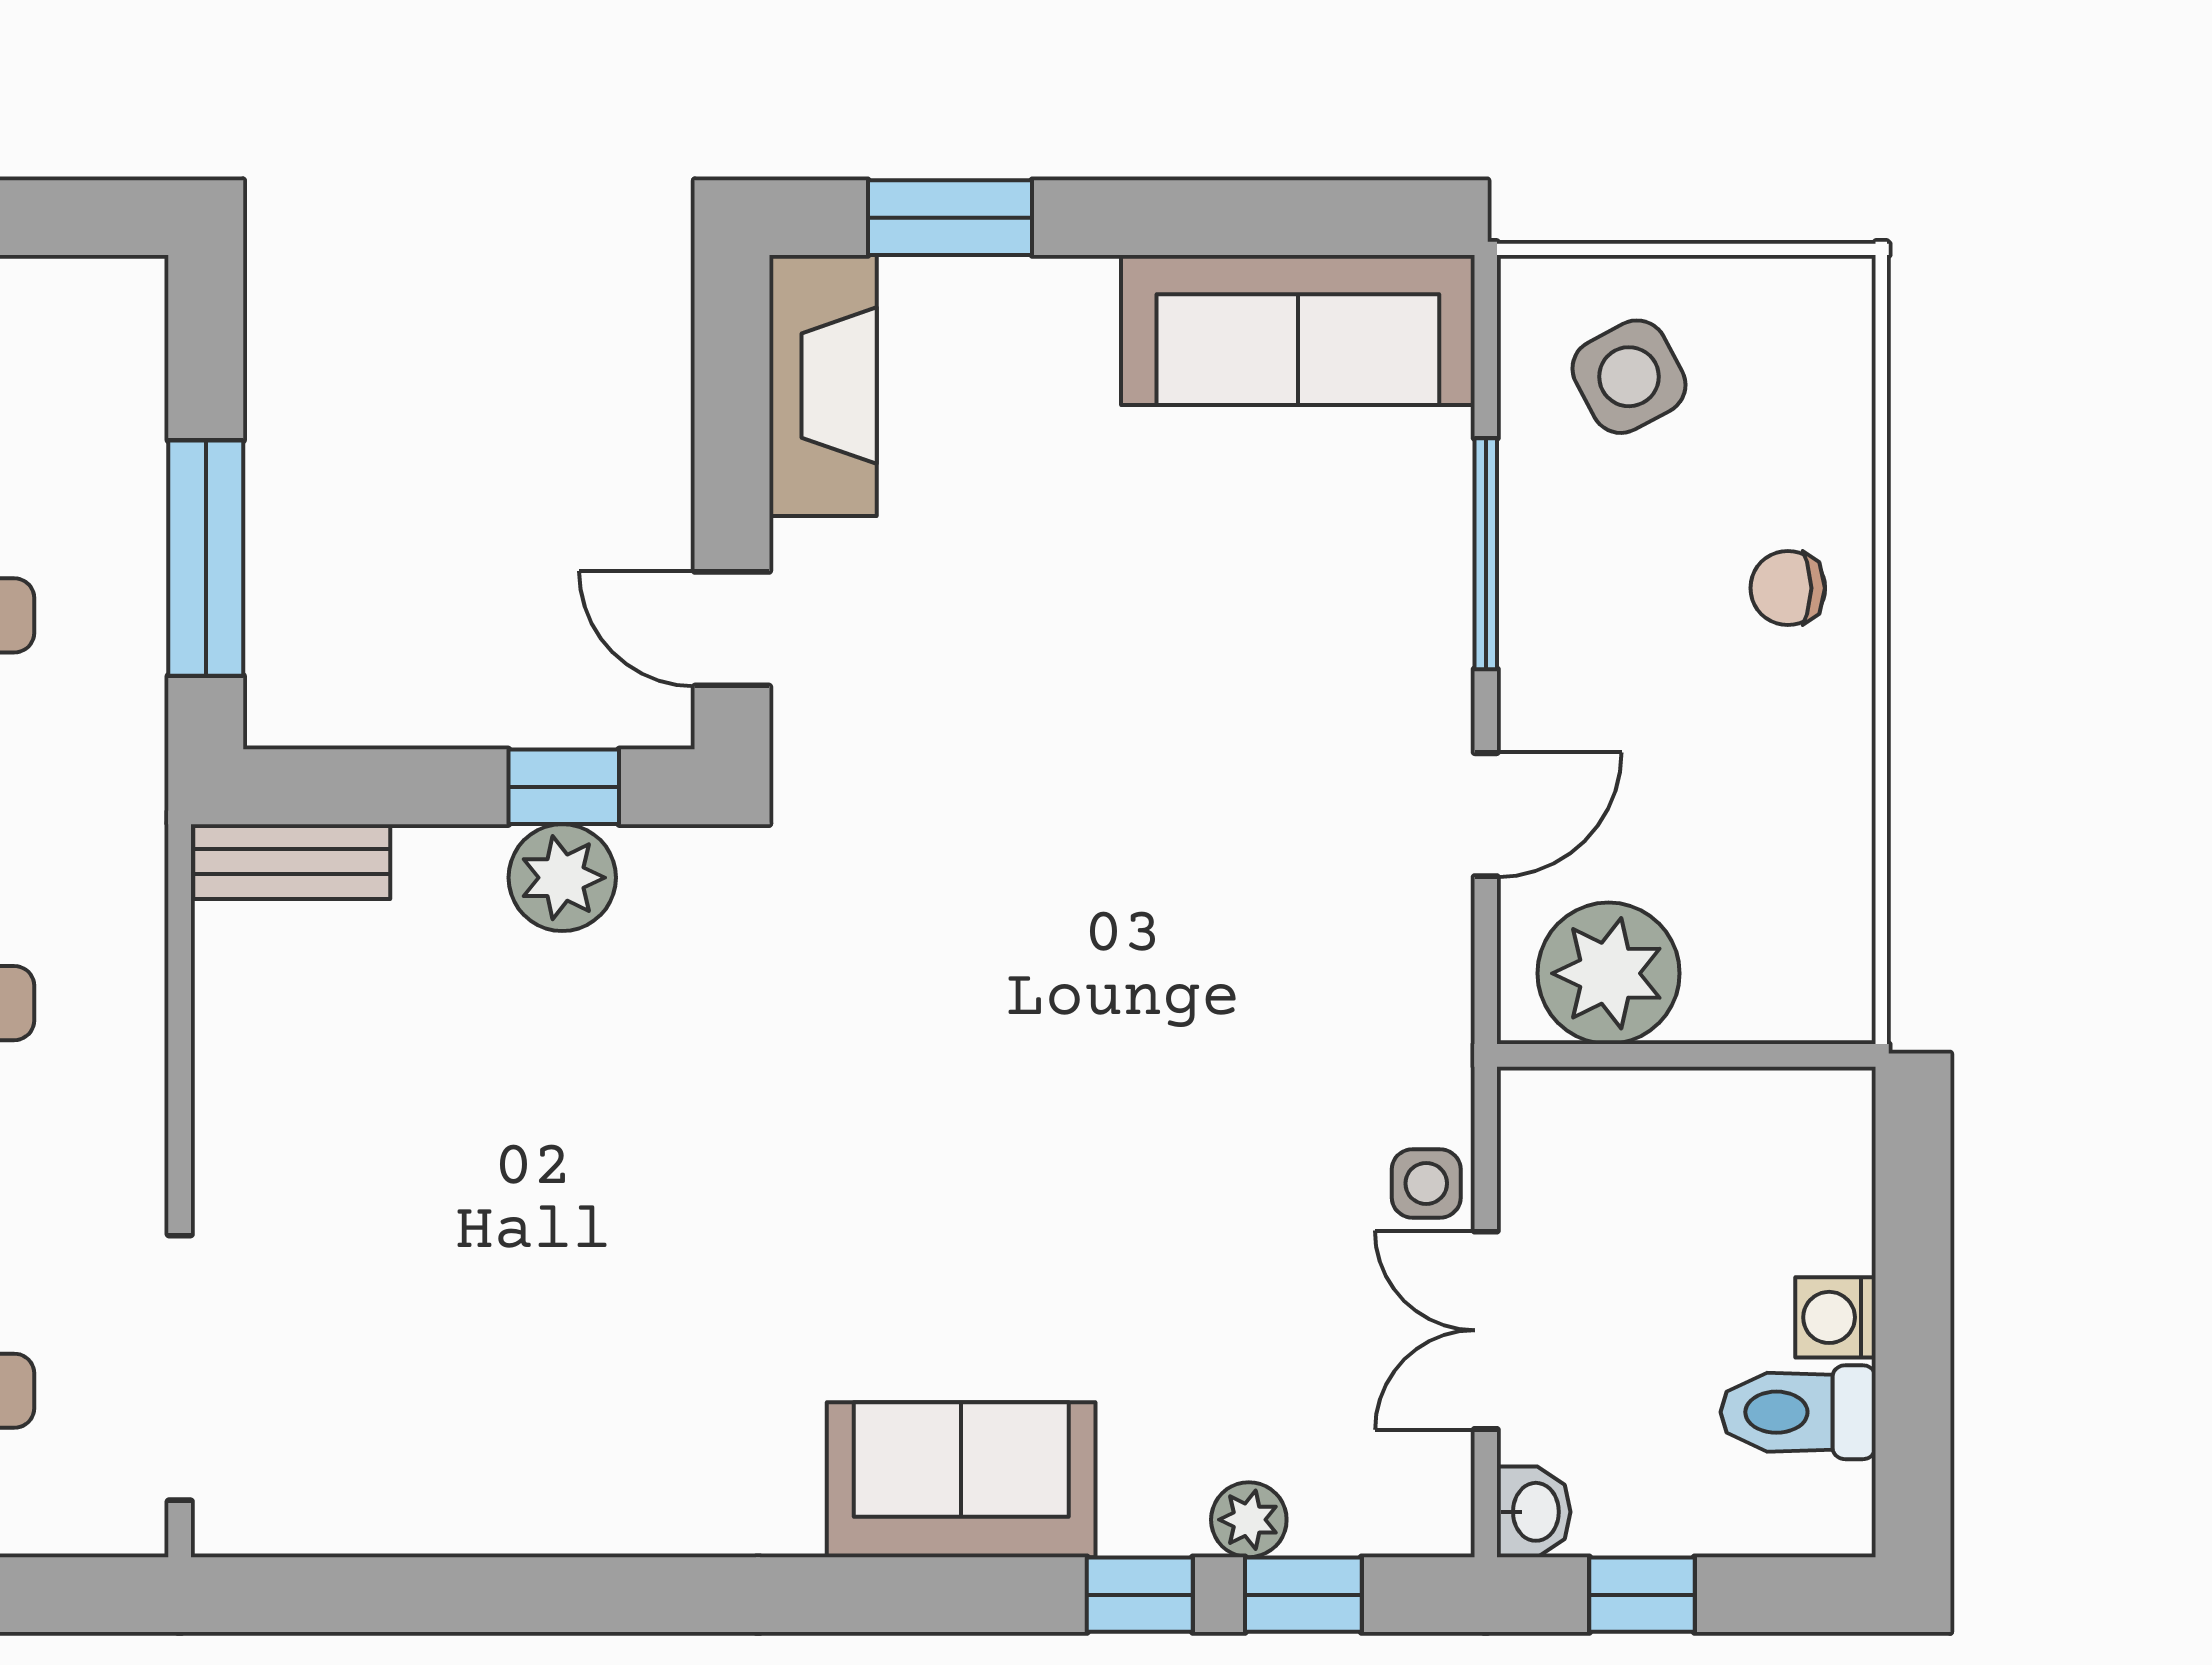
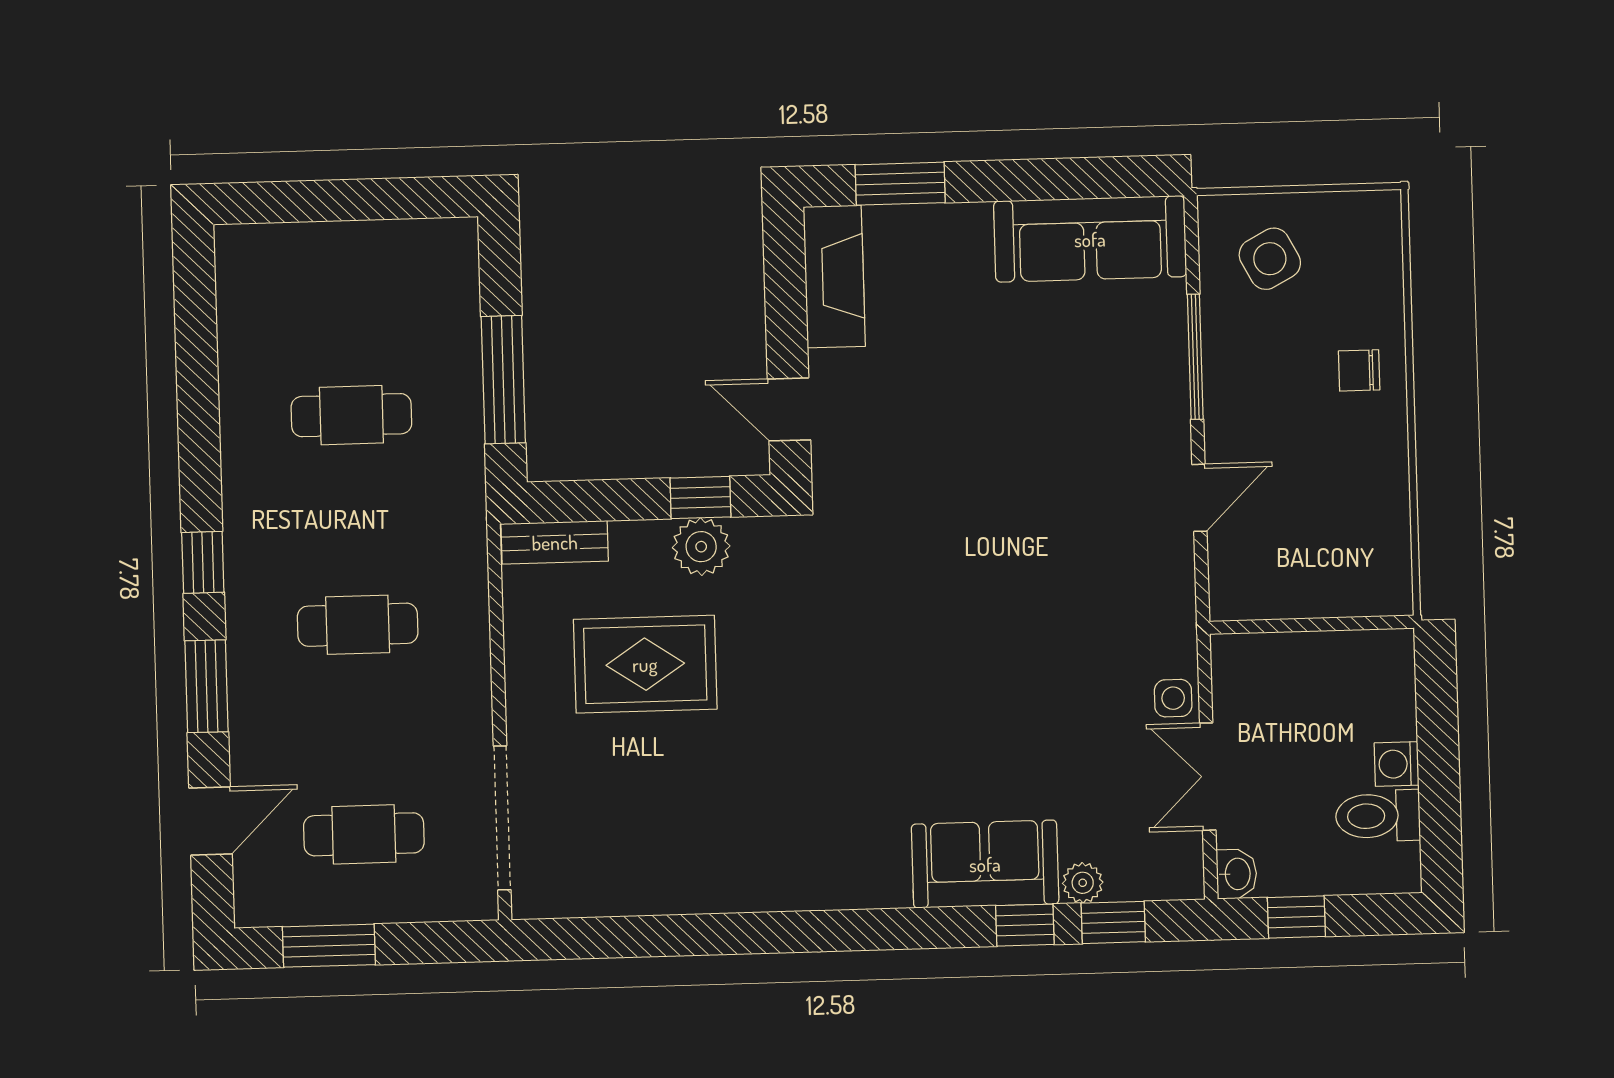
plant: (1609, 973) -> (1268, 582), removed
rug: (453, 1092) -> (645, 664), added
sofa: (961, 1480) -> (985, 864), moved

